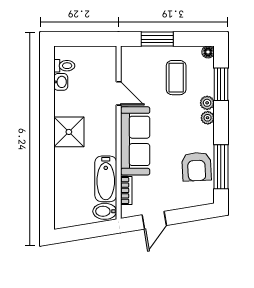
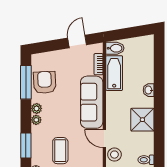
stool: (105, 72) -> (114, 155), added
washbasin: (61, 82) -> (149, 90), moved
plant: (207, 103) -> (37, 108), moved
shower: (69, 132) -> (142, 120), moved

